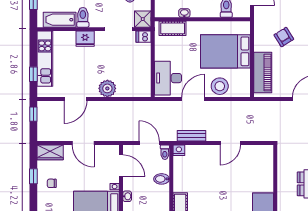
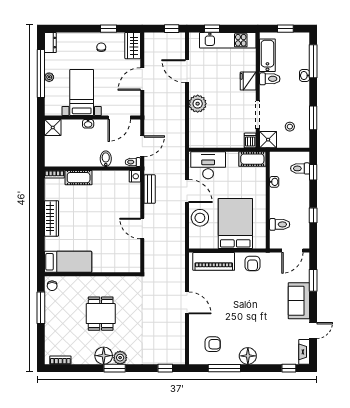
cot: (173, 28) -> (252, 159), moved, turned 90
armchair: (284, 37) -> (253, 263), moved, turned 122

